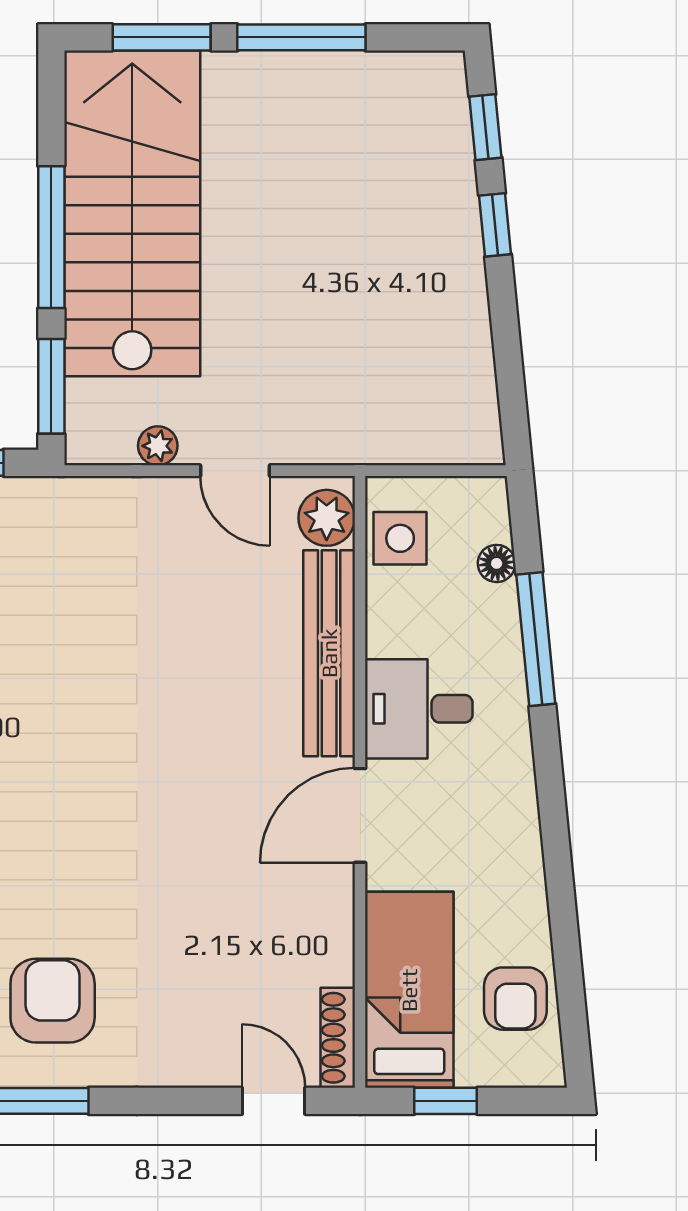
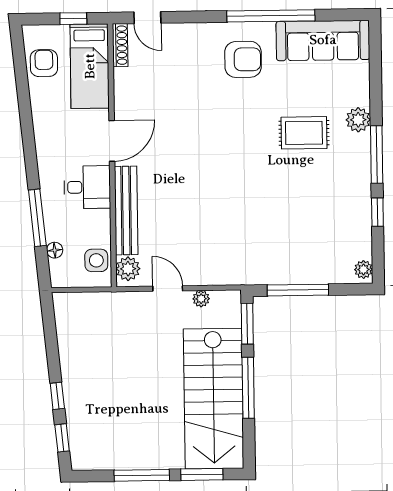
armchair: (53, 1001) -> (243, 59), turned -90

